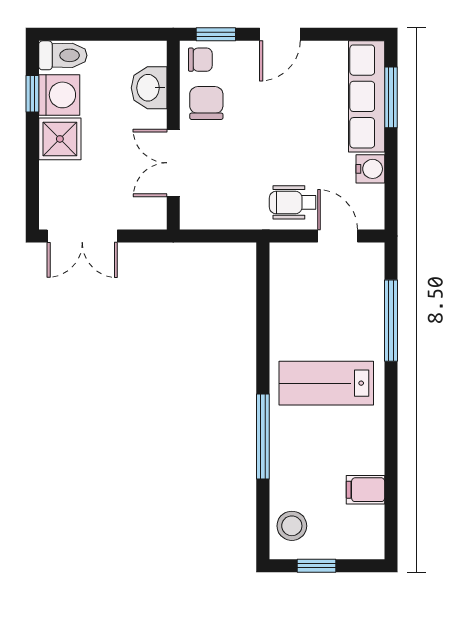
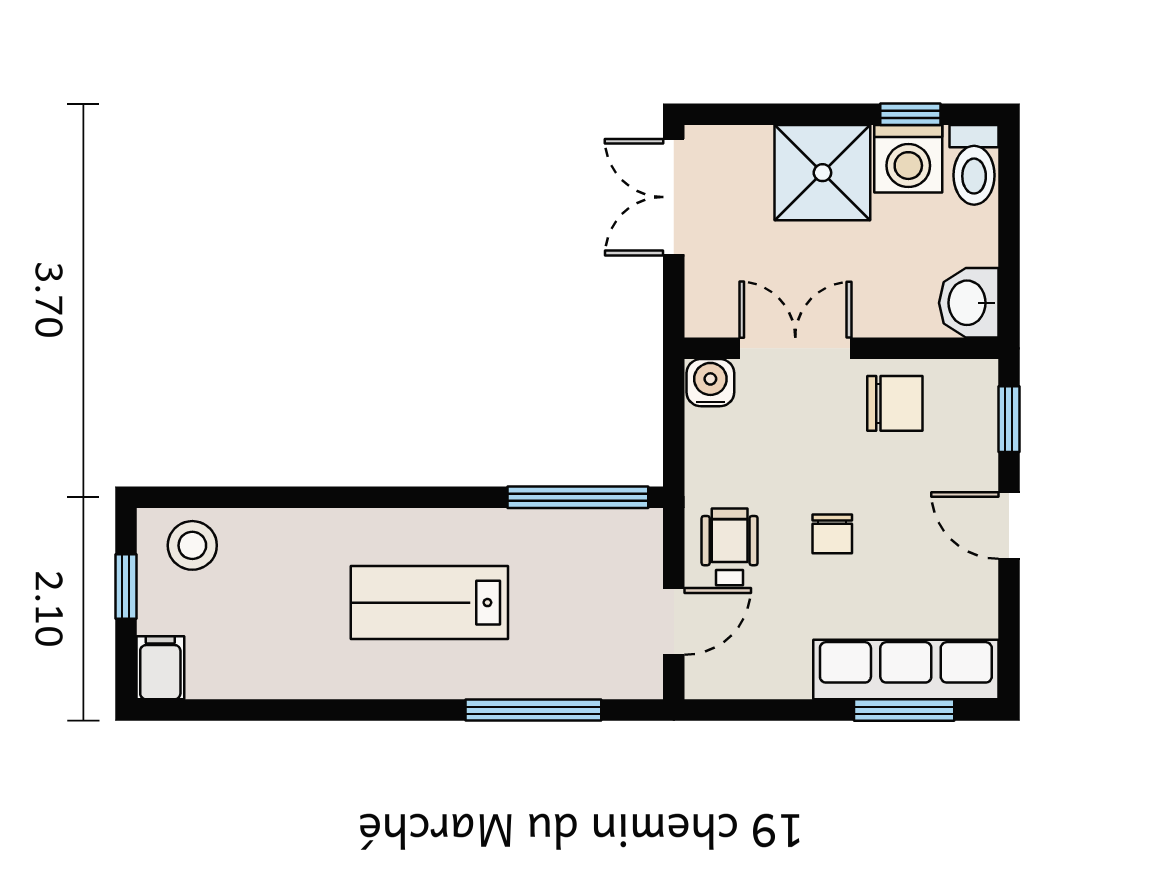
chair: (200, 60) -> (832, 534), moved
washbasin: (149, 88) -> (969, 303), moved, turned -90
shower: (60, 139) -> (822, 173), width x1.36, depth x1.36
water cooler: (370, 169) -> (710, 383), moved, turned 180
lab bench: (326, 383) -> (429, 603), turned -90
window: (263, 437) -> (578, 497), moved
filing cabinet: (365, 490) -> (160, 668), moved

